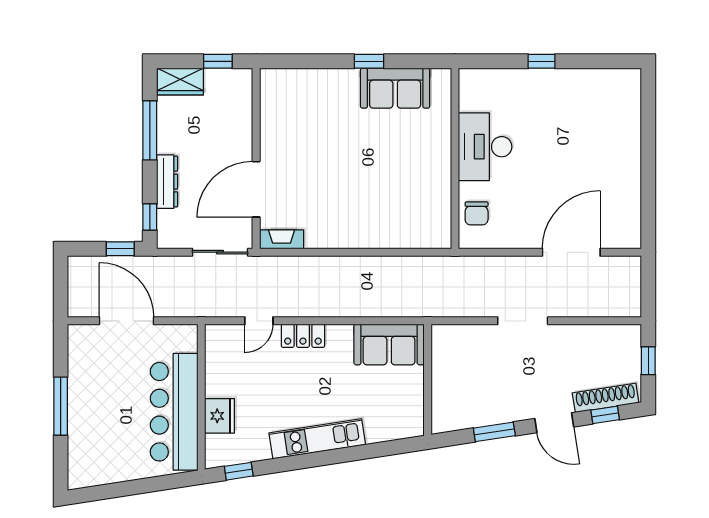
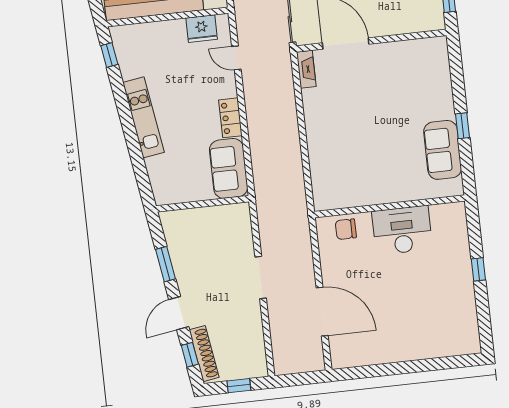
locker: (303, 336) -> (230, 118), moved
fridge: (220, 416) -> (202, 29), moved

